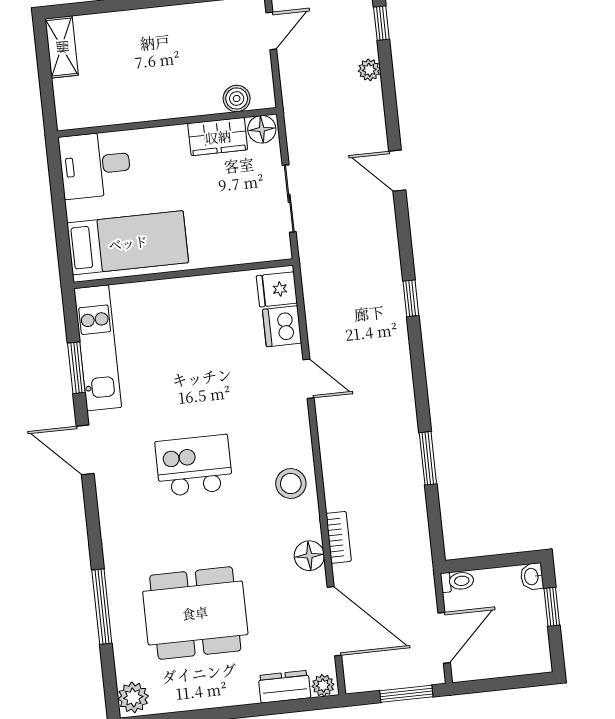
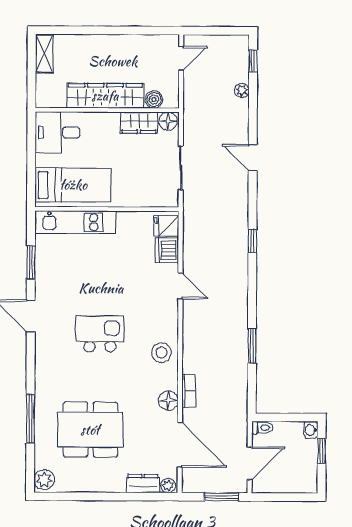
wardrobe: (162, 101) -> (105, 96), added
kitchen unit: (98, 348) -> (75, 222), moved, turned 90

